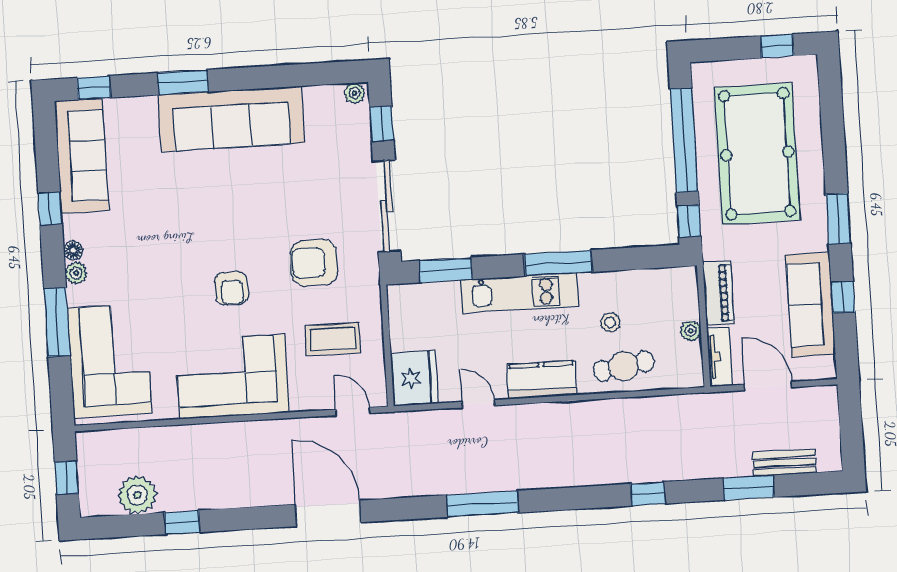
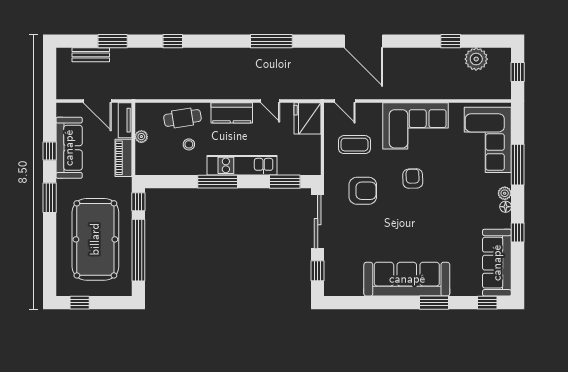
plant: (355, 93) -> (332, 290), removed

